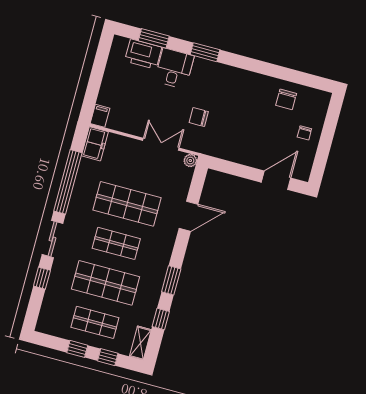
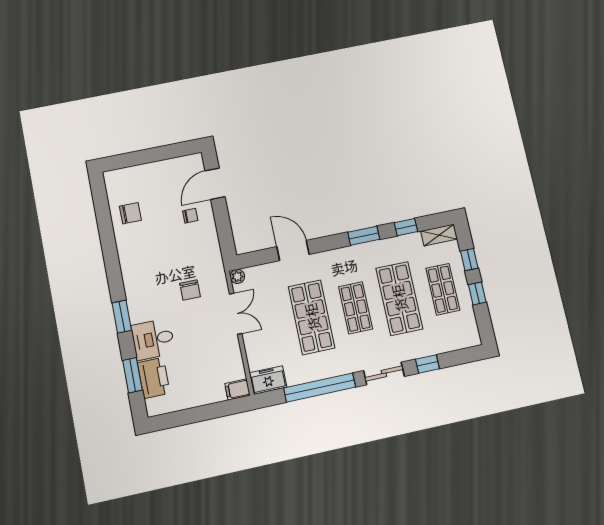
chair: (304, 133) -> (190, 216), moved
double door: (161, 144) -> (236, 314), swing flipped
door: (276, 180) -> (215, 184), hinge flipped

